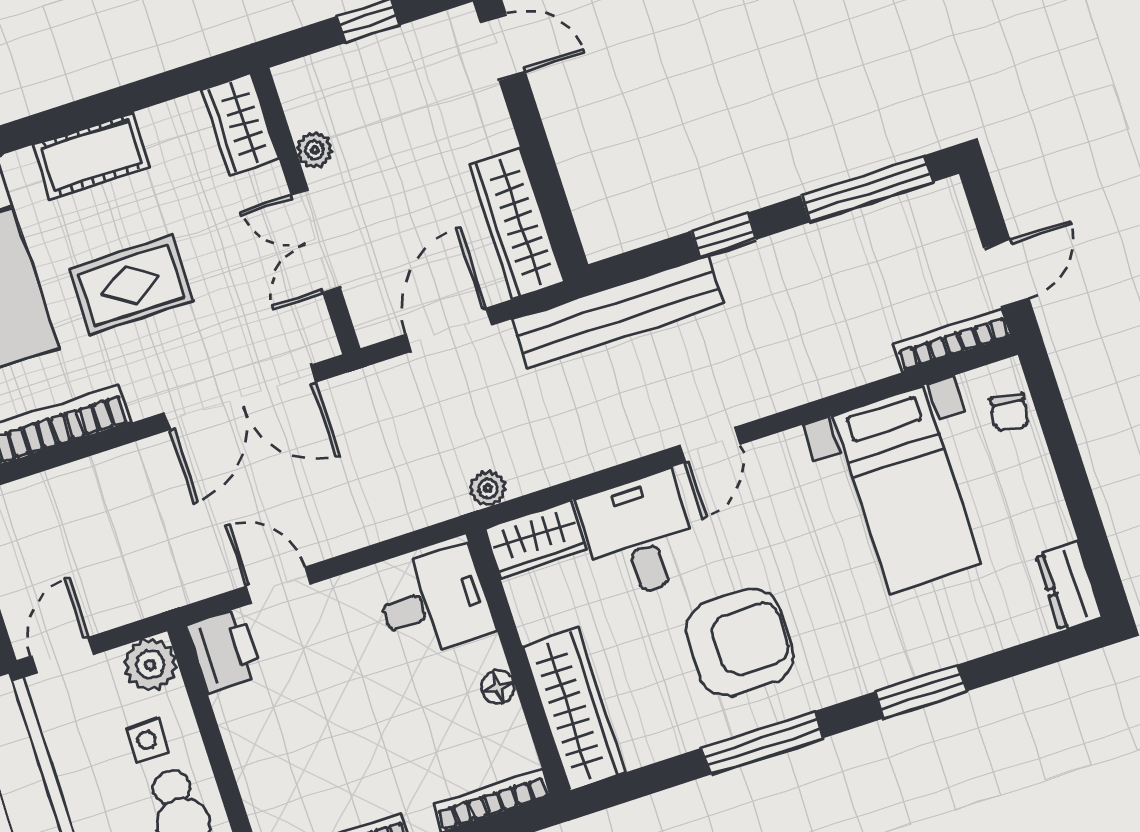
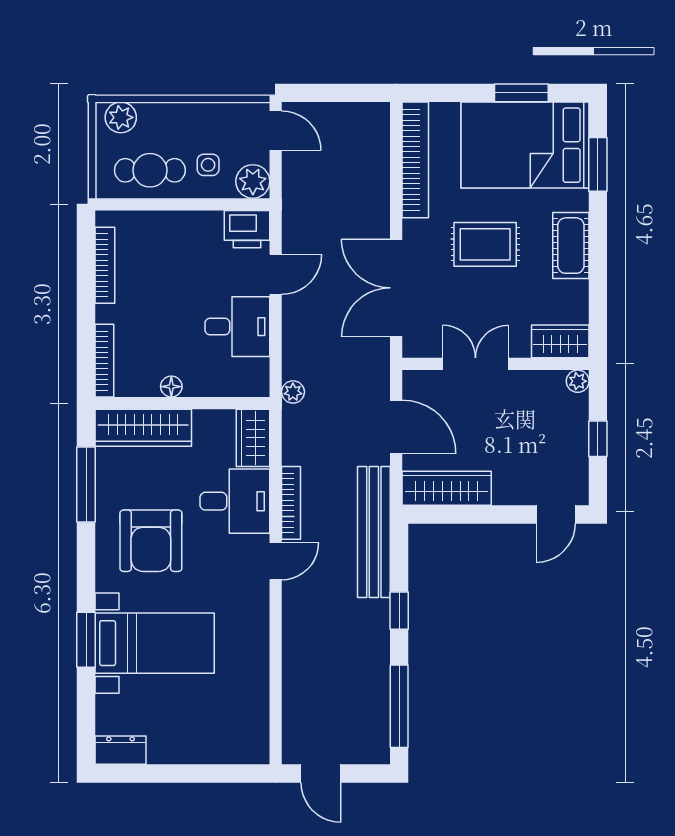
plant: (315, 150) -> (578, 381), moved
rug: (131, 285) -> (485, 244), turned 90
bookcase: (953, 340) -> (291, 503), moved
chair: (1010, 412) -> (237, 748), removed
door: (710, 445) -> (276, 561), swing flipped
plant: (488, 488) -> (293, 392), moved
bed with nightstands: (907, 490) -> (155, 643), moved, turned 180
desk: (434, 603) -> (237, 327), moved, turned -90
window: (763, 743) -> (86, 485), moved

